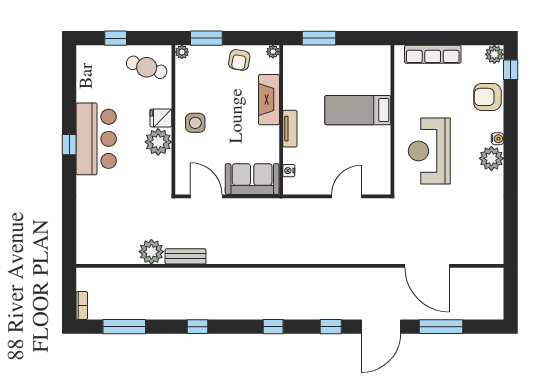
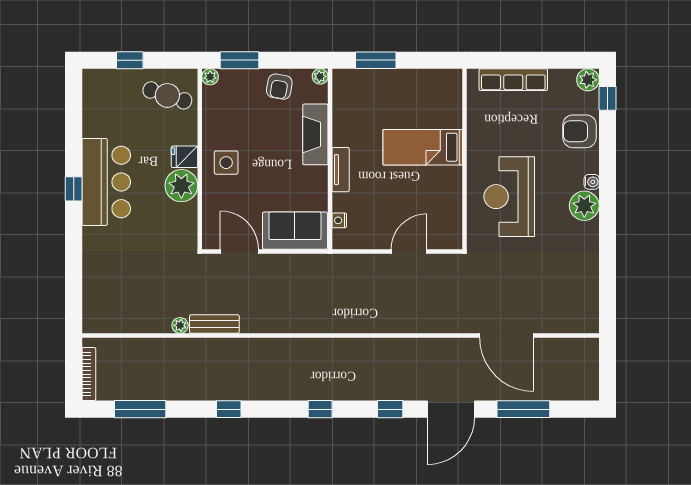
plant: (151, 252) -> (180, 325), width x0.53, depth x0.53
bookcase: (82, 306) -> (89, 374), width x1.56

